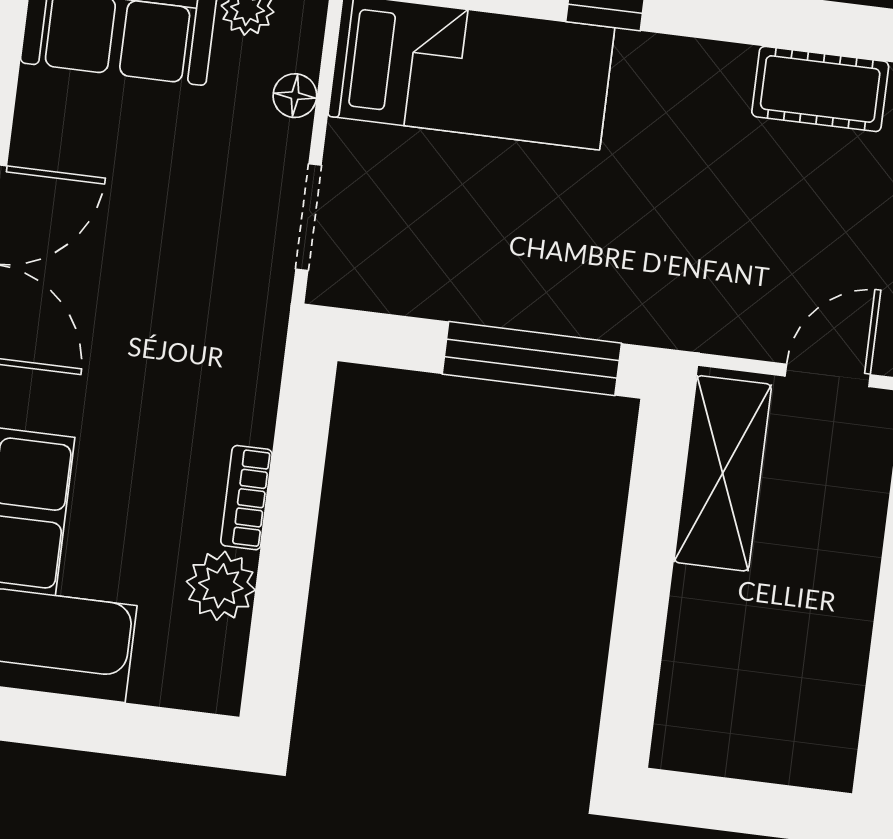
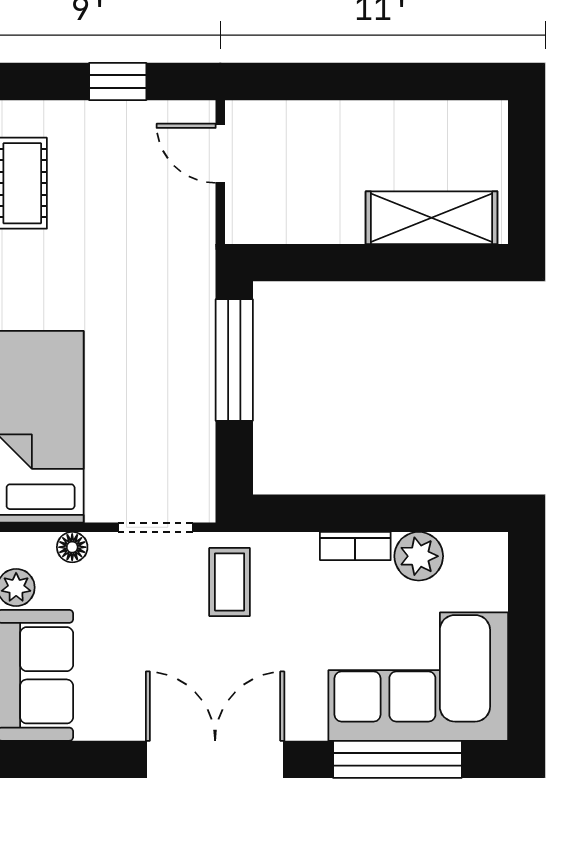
coffee table: (218, 313) -> (230, 582), added
shelving: (723, 473) -> (432, 218), moved

